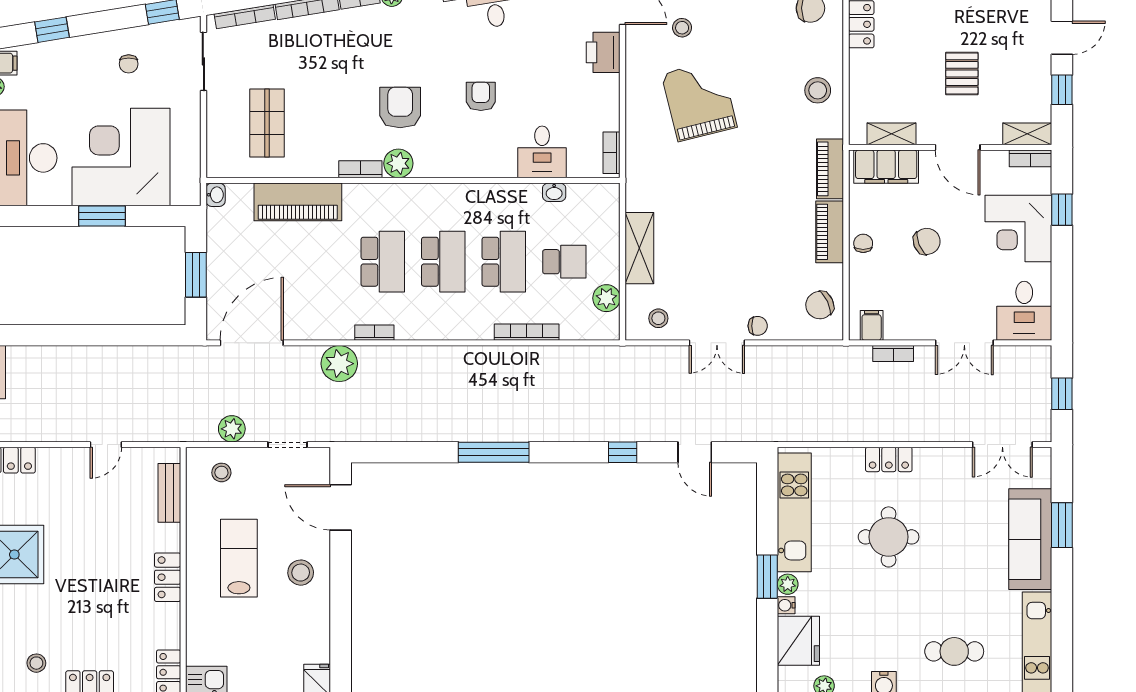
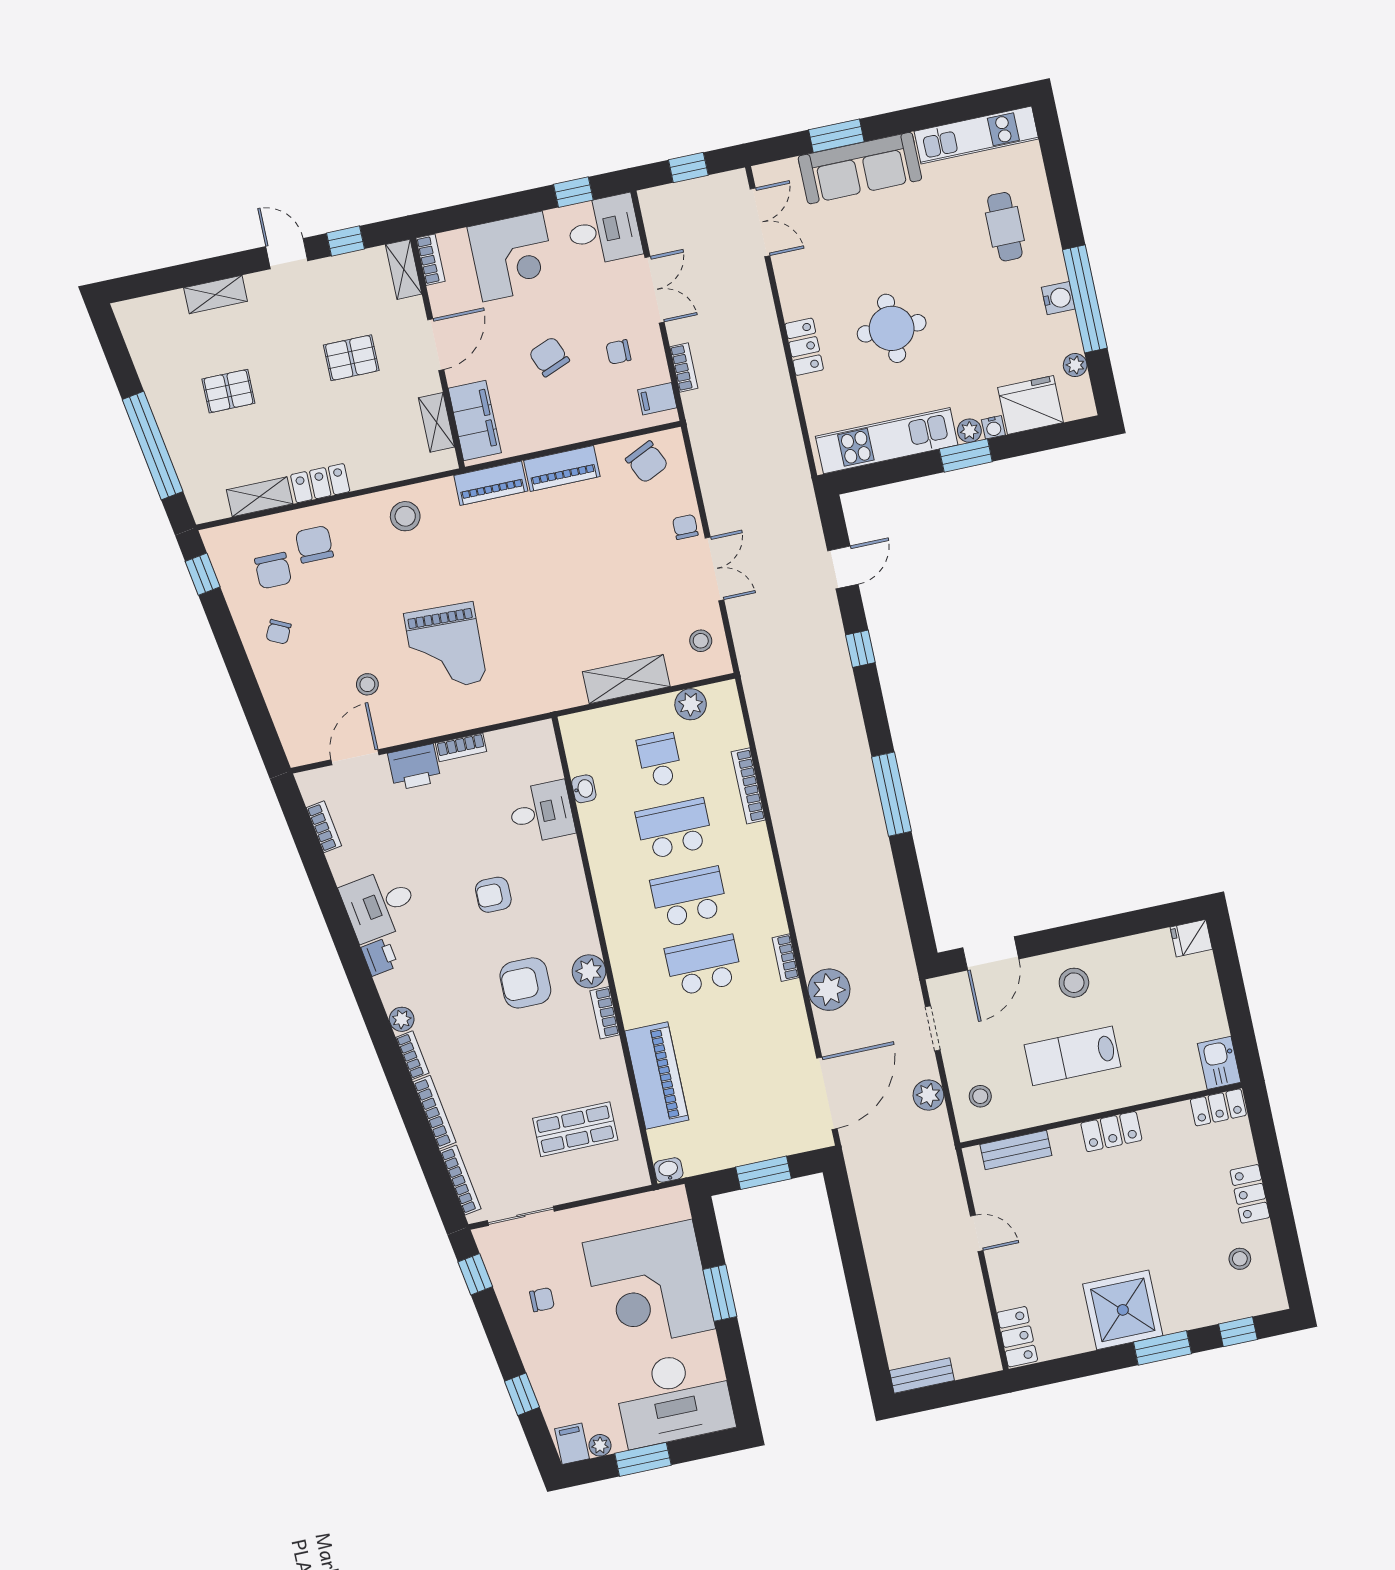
grand piano: (699, 100) -> (445, 647), turned -74
bookcase: (612, 153) -> (461, 747), moved
window: (1062, 210) -> (573, 192), moved
chair: (863, 243) -> (618, 352), moved
door: (252, 343) -> (827, 1093), swing flipped

